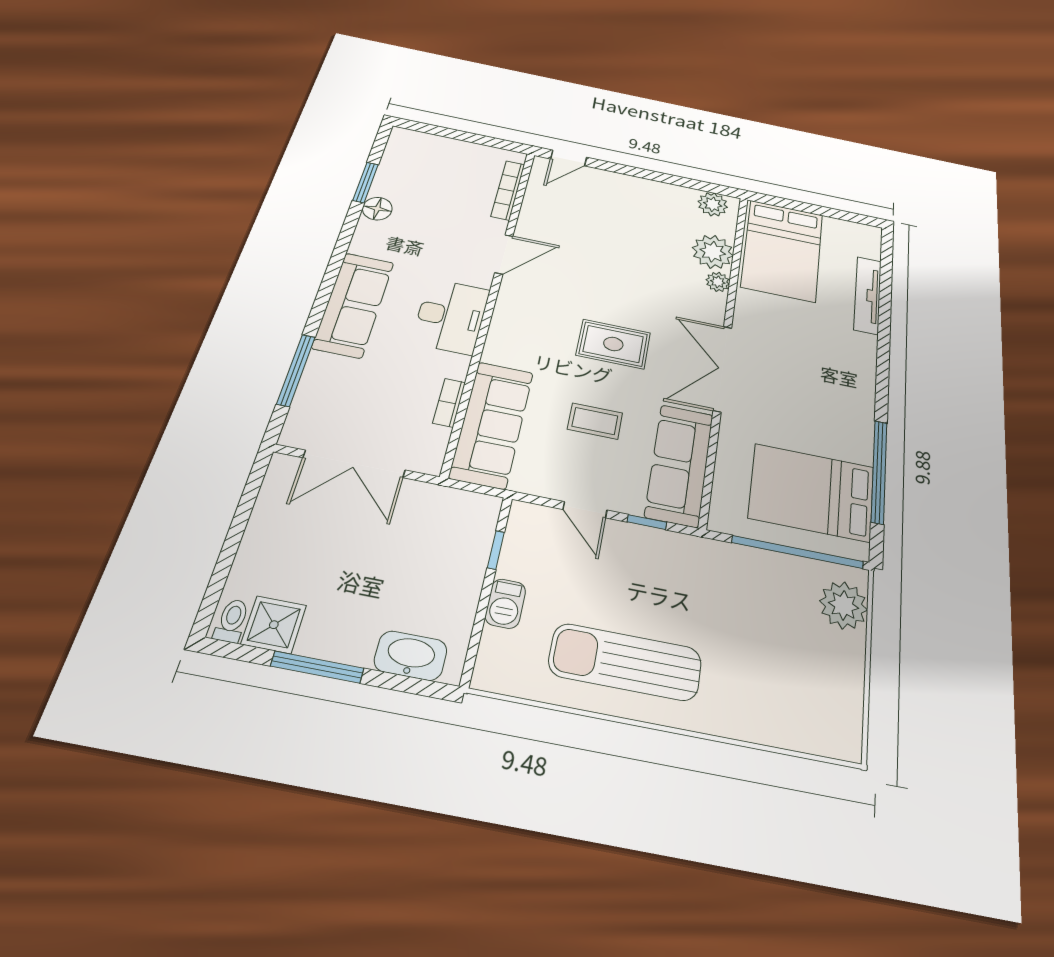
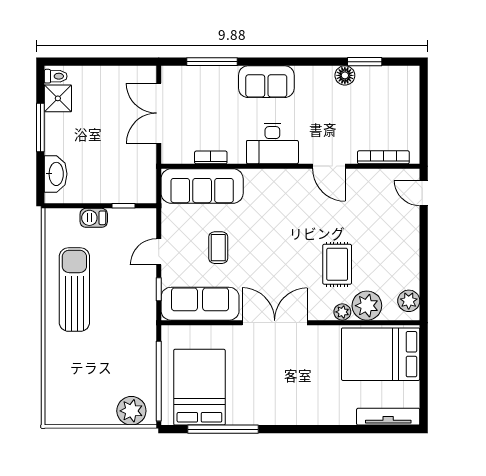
tv unit: (868, 295) -> (388, 417), moved
sofa: (353, 305) -> (266, 82), width x0.73
rug: (613, 344) -> (337, 264), moved

